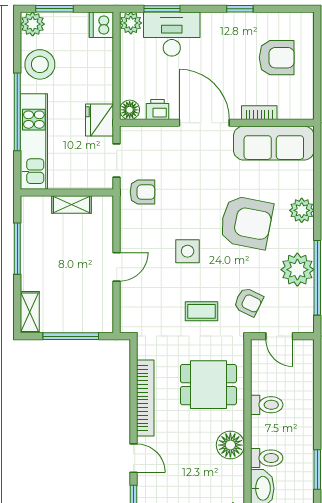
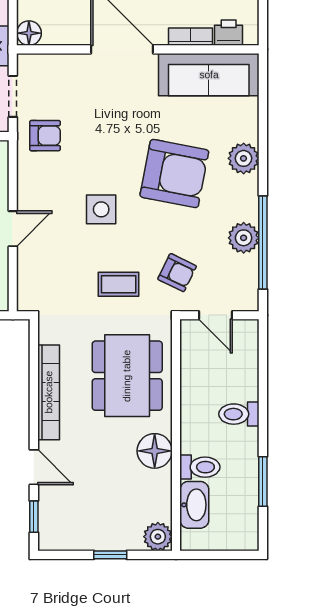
printer: (158, 109) -> (229, 33), moved
plant: (297, 270) -> (244, 238), width x0.73, depth x0.73
dining table: (208, 385) -> (127, 376), width x1.37
toilet: (267, 405) -> (239, 414), moved, turned 180

